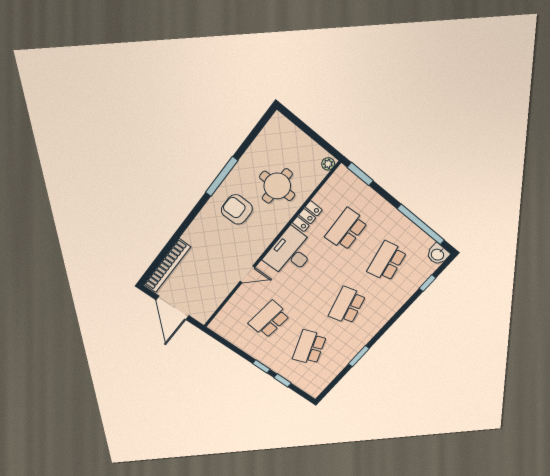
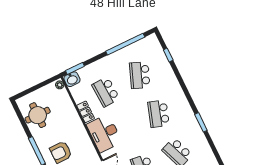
round table: (277, 186) -> (38, 115), moved
washbasin: (438, 254) -> (72, 79), moved
school desk: (387, 261) -> (140, 75), turned 33
school desk: (347, 306) -> (159, 114), turned 33

